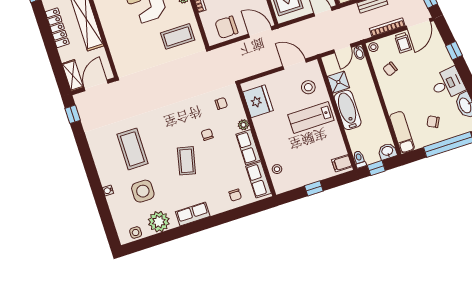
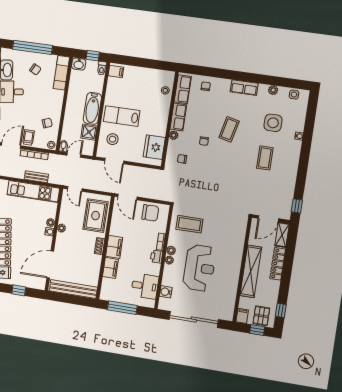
locker: (57, 28) -> (278, 264), moved
lab bench: (311, 117) -> (122, 116), turned 180
coffee table: (132, 149) -> (265, 158), width x0.73, depth x0.76
window: (314, 188) -> (145, 63), removed
plant: (159, 222) -> (273, 90), width x0.53, depth x0.53

